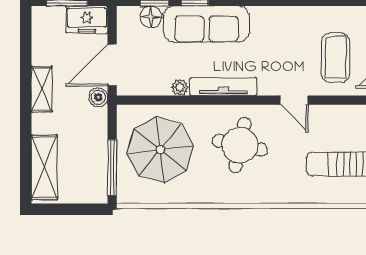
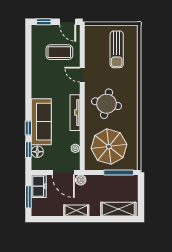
plant: (180, 87) -> (75, 148), moved
door: (294, 100) -> (82, 75), swing flipped

